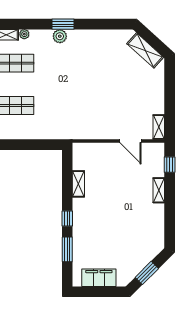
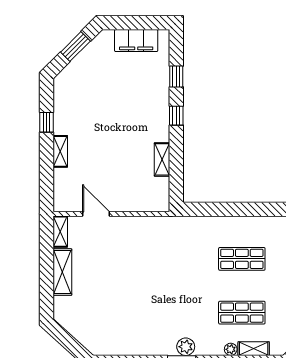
shelving: (145, 50) -> (62, 272), moved, turned 48
window: (170, 165) -> (46, 122), moved
window: (67, 249) -> (176, 76), width x0.67

